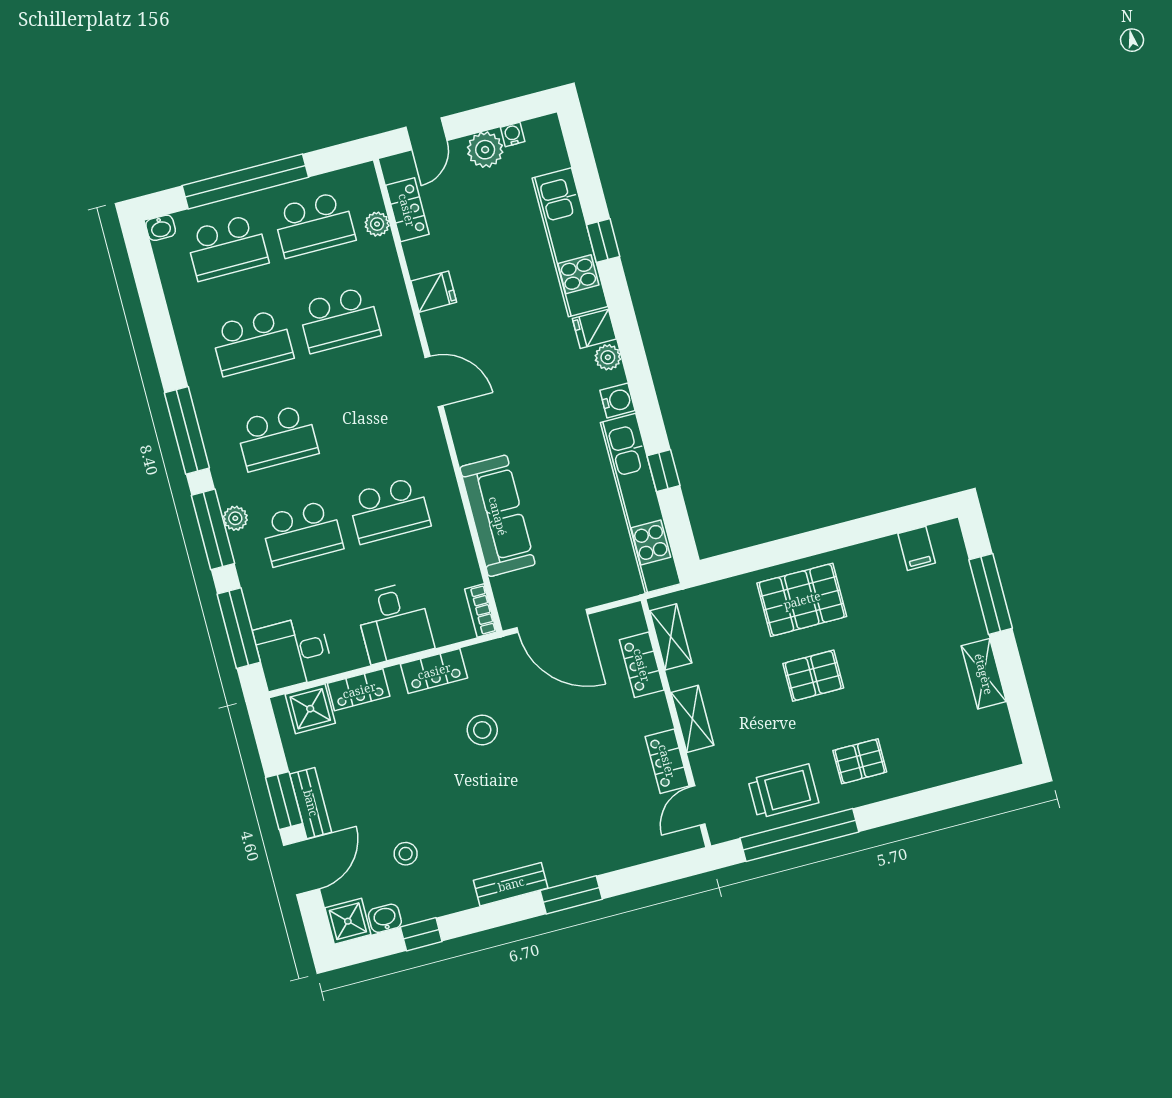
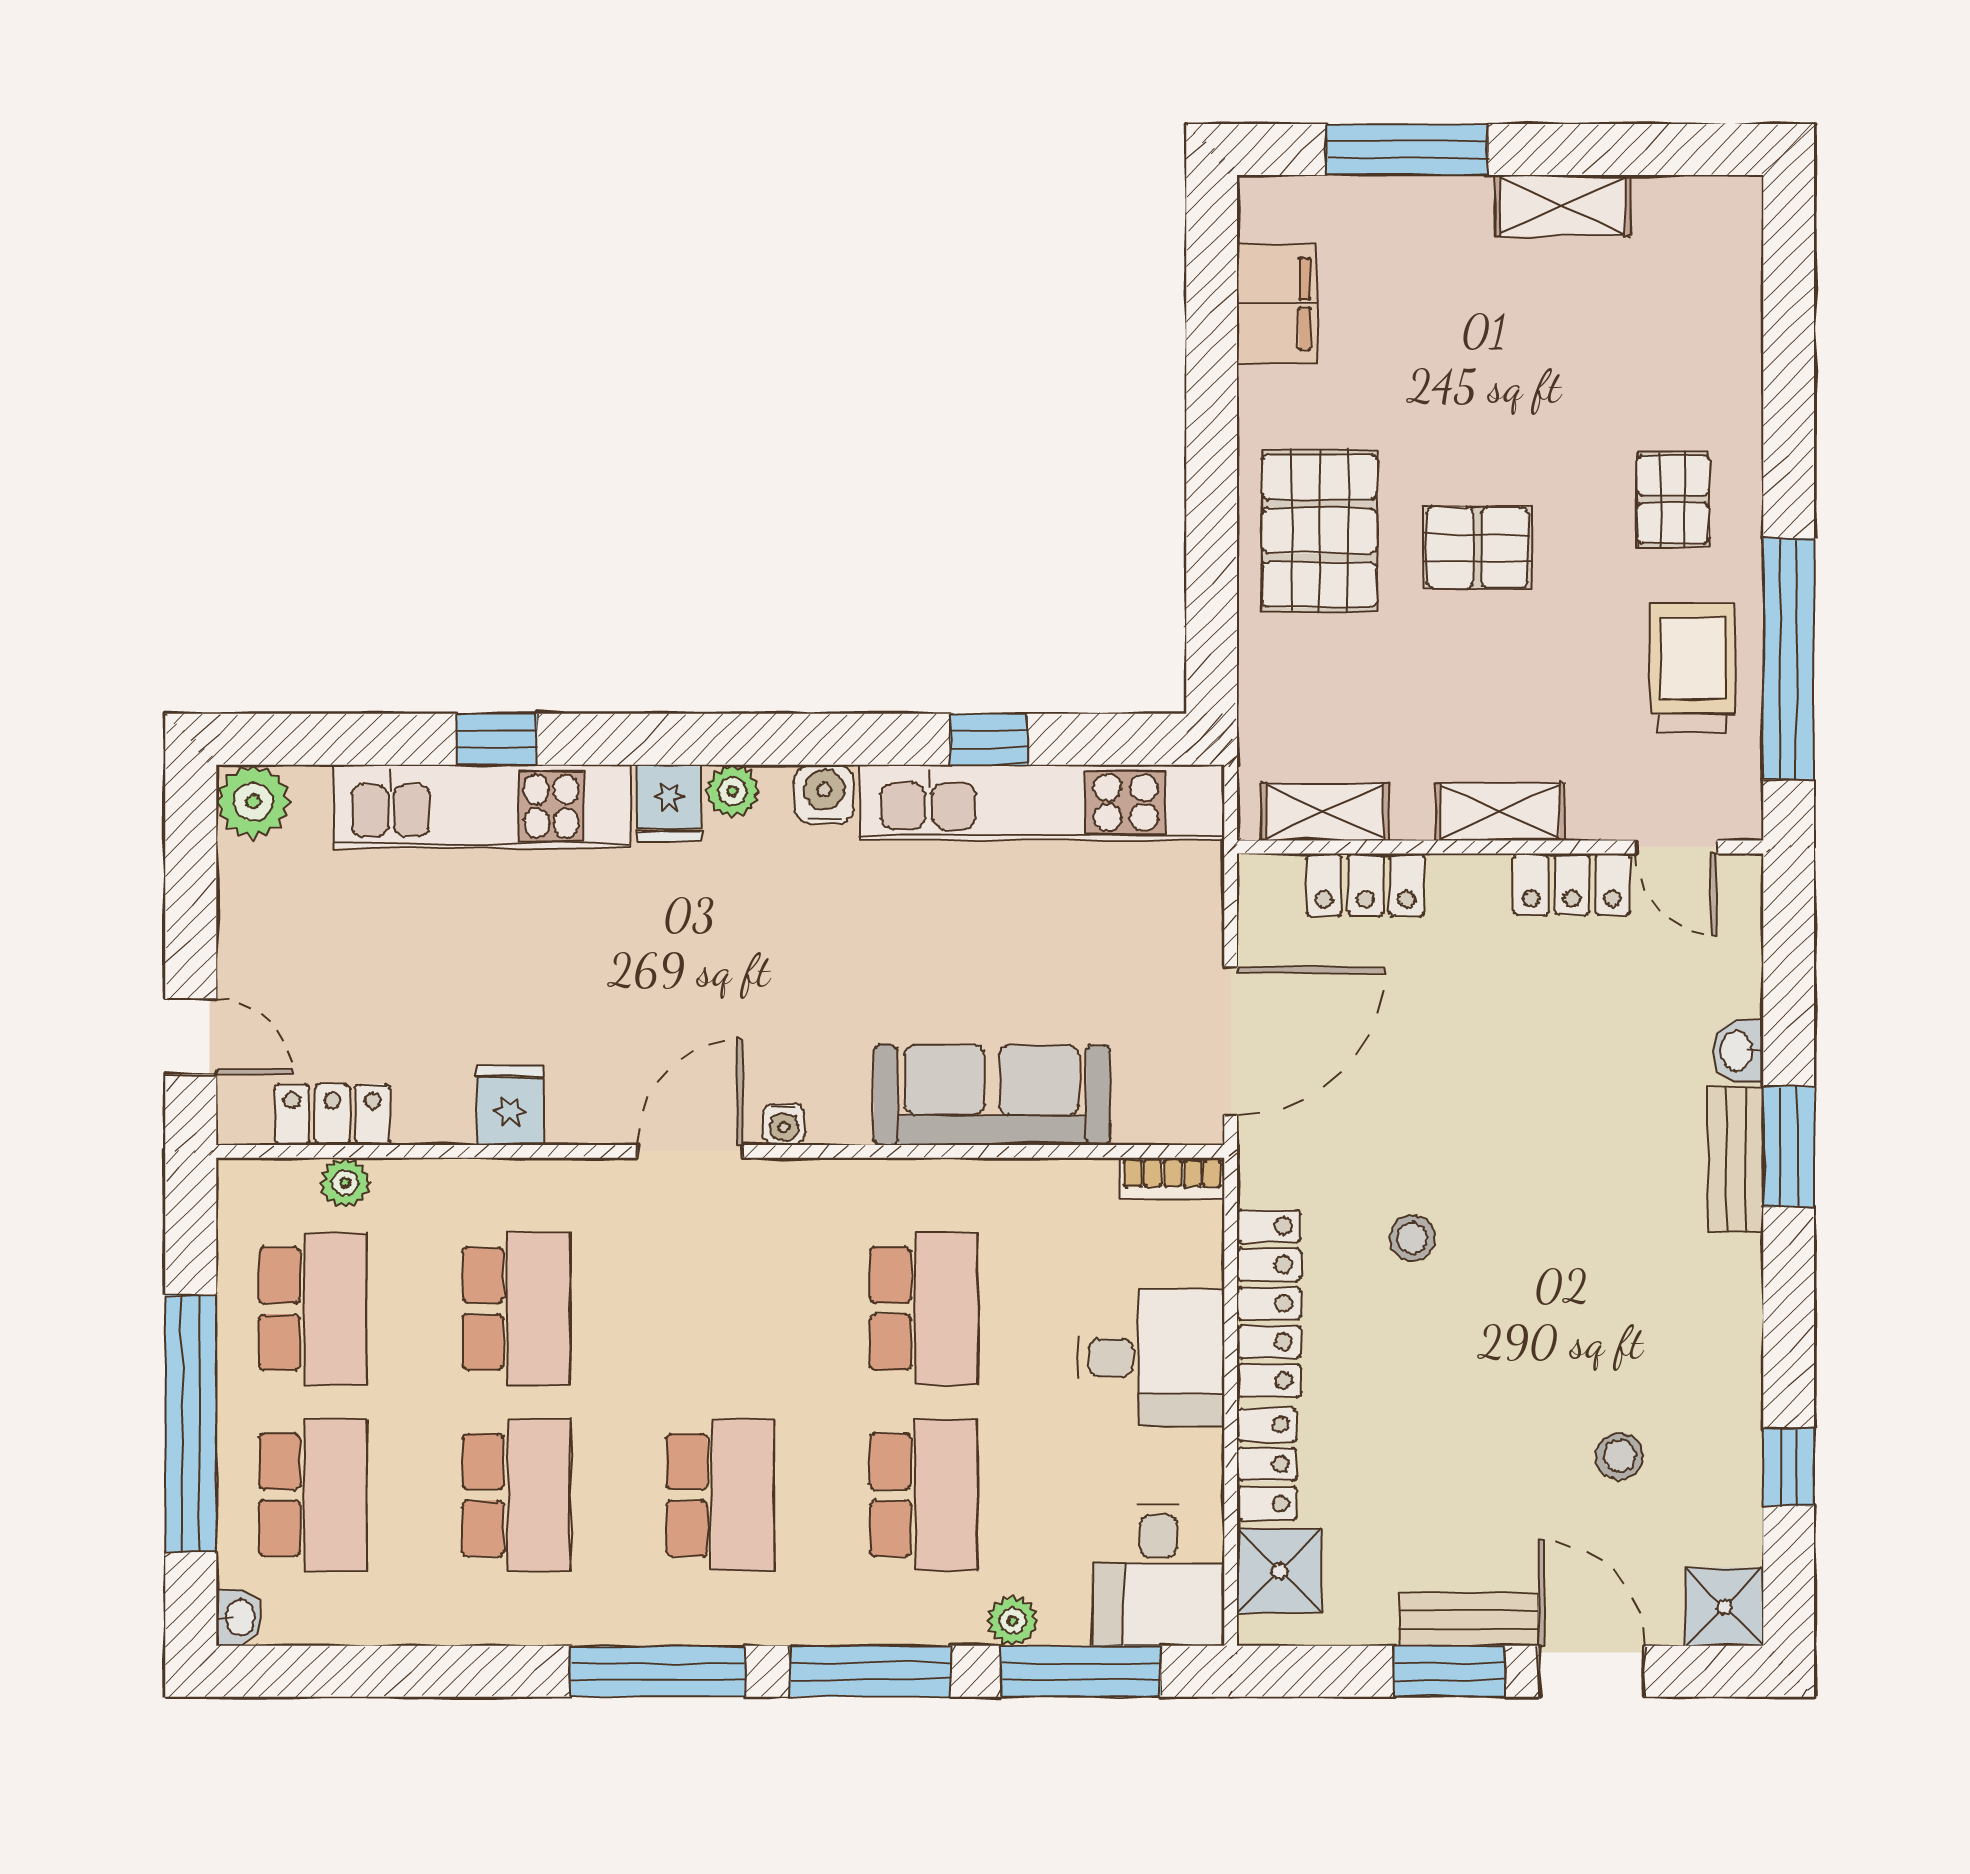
water cooler: (513, 134) -> (784, 1124), moved, turned -90
plant: (485, 150) -> (253, 802), moved
plant: (235, 518) -> (1013, 1621), moved
filing cabinet: (917, 548) -> (1277, 304), width x2.00
locker: (434, 671) -> (1269, 1303), width x1.53
pallet: (813, 676) -> (1477, 547), turned 90
stool: (482, 730) -> (1412, 1238), width x0.73, depth x0.73
bench: (511, 884) -> (1736, 1160), moved
washbasin: (385, 918) -> (1738, 1051), moved

